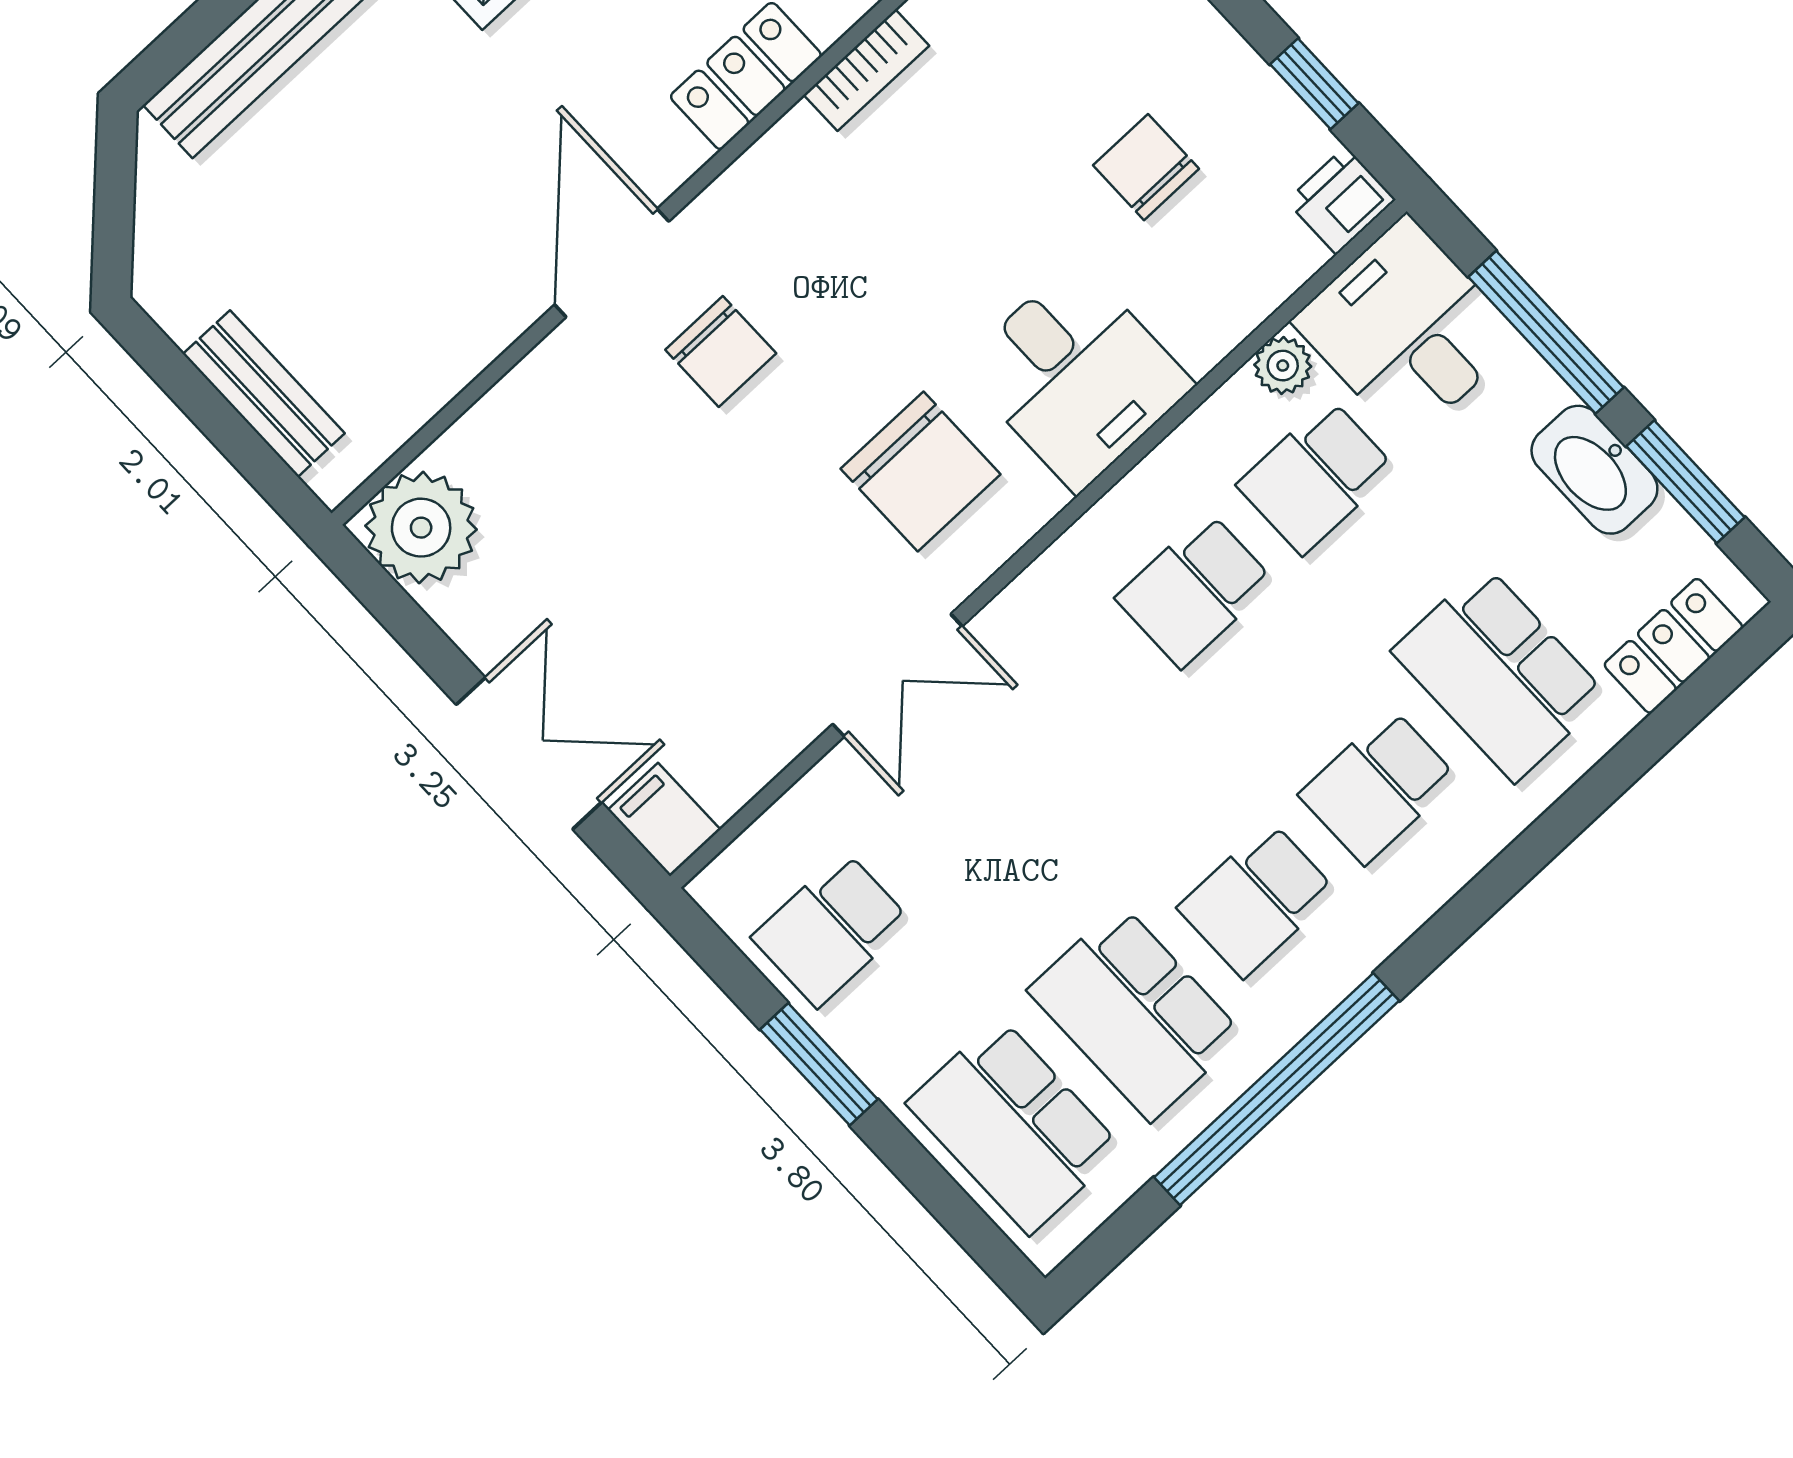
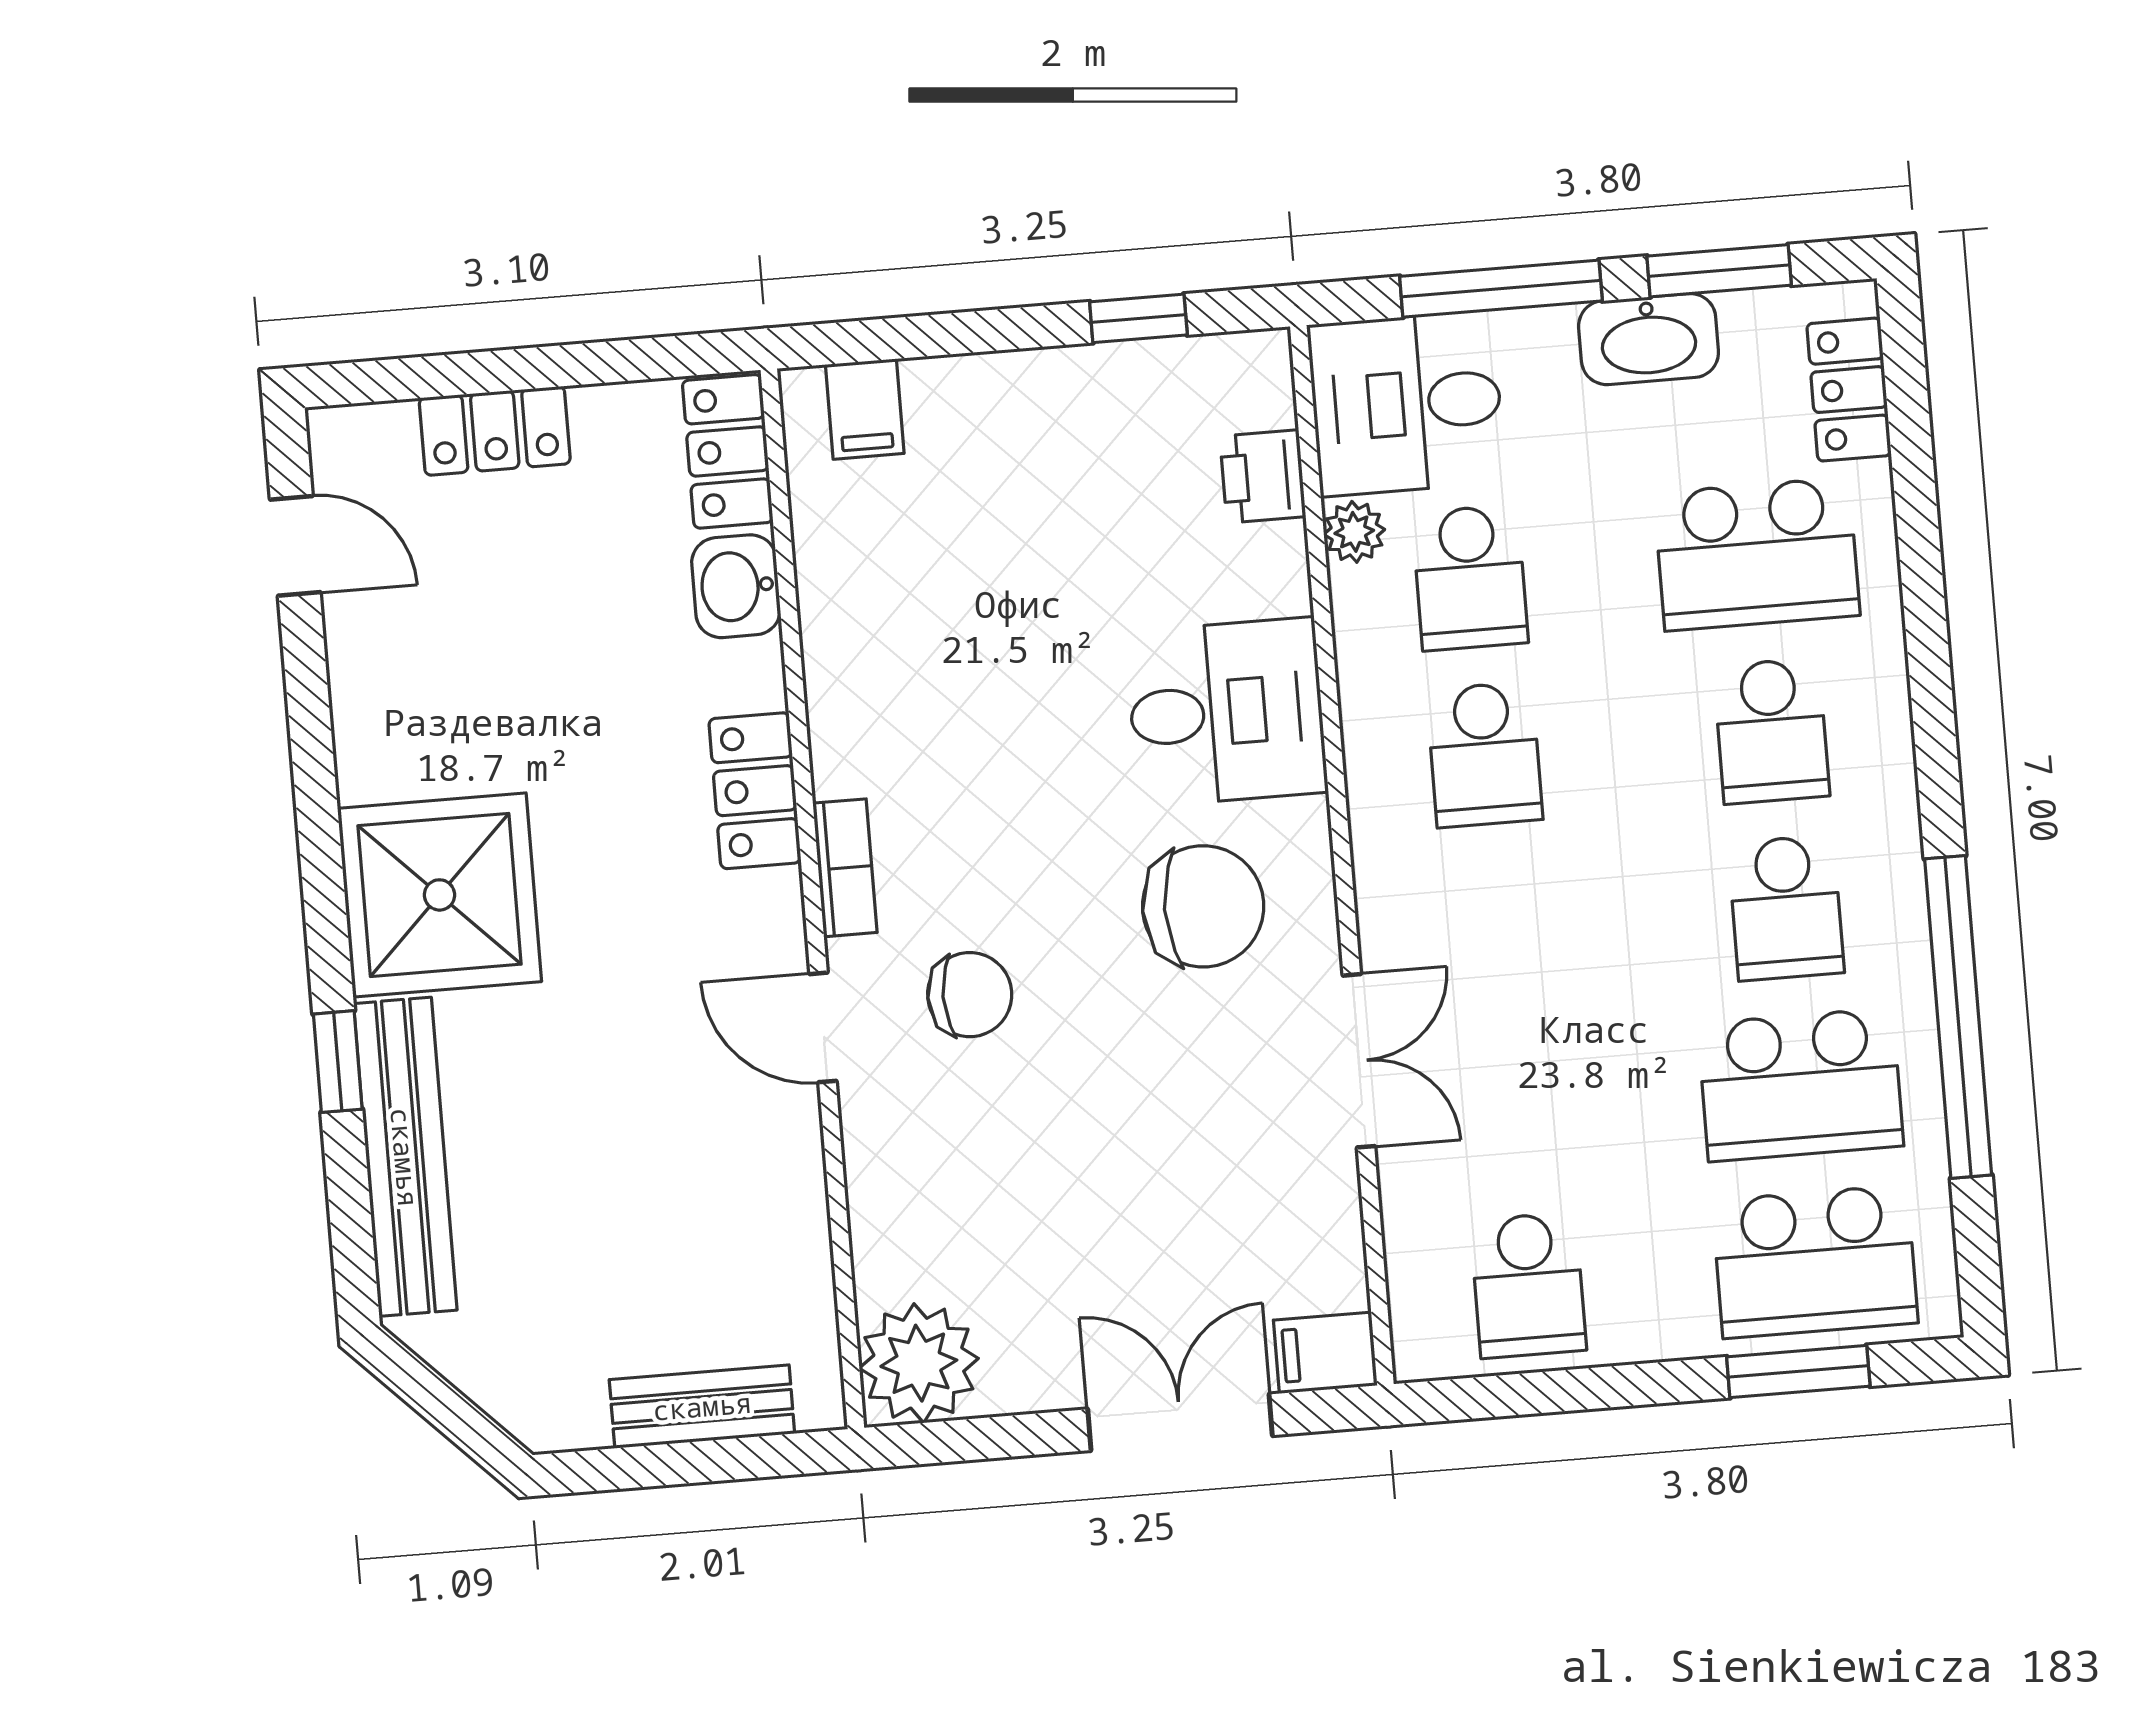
bookcase: (866, 70) -> (845, 868), moved
chair: (1146, 167) -> (1097, 515), removed
printer: (1341, 200) -> (1263, 476), moved
door: (612, 263) -> (823, 1027), width x0.73
window: (819, 1064) -> (1798, 1371), moved

